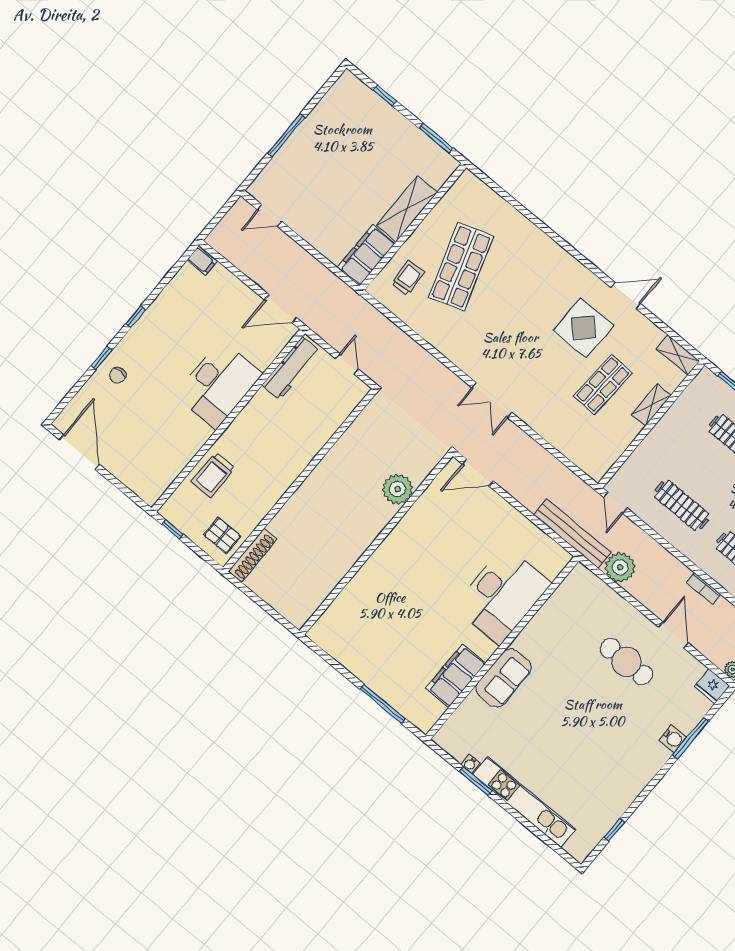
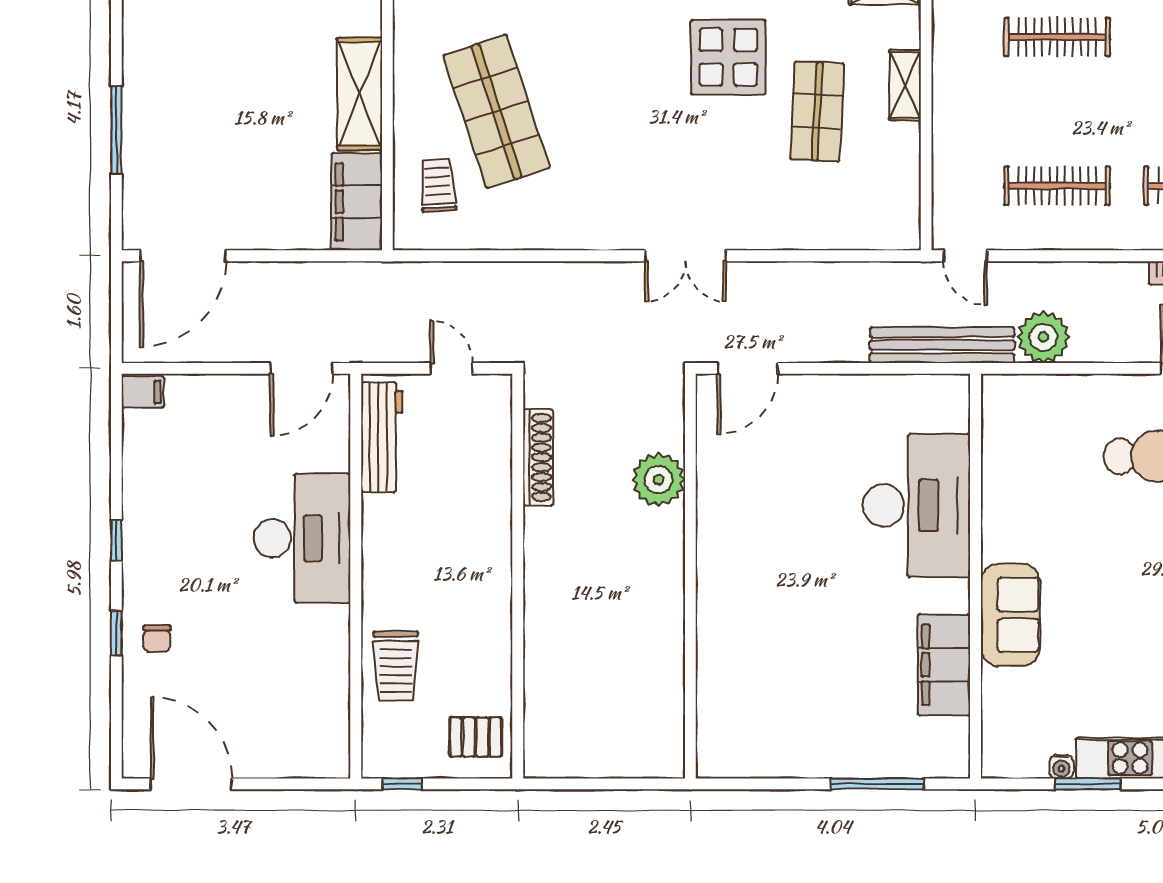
door: (269, 215) -> (183, 256), width x1.87
shoe rack: (253, 555) -> (538, 457), moved

